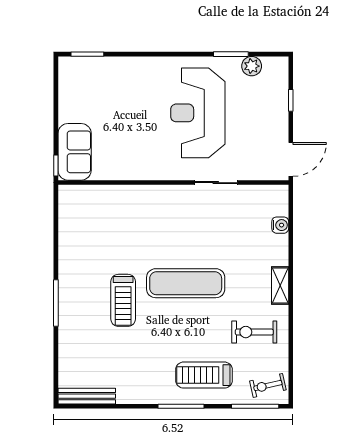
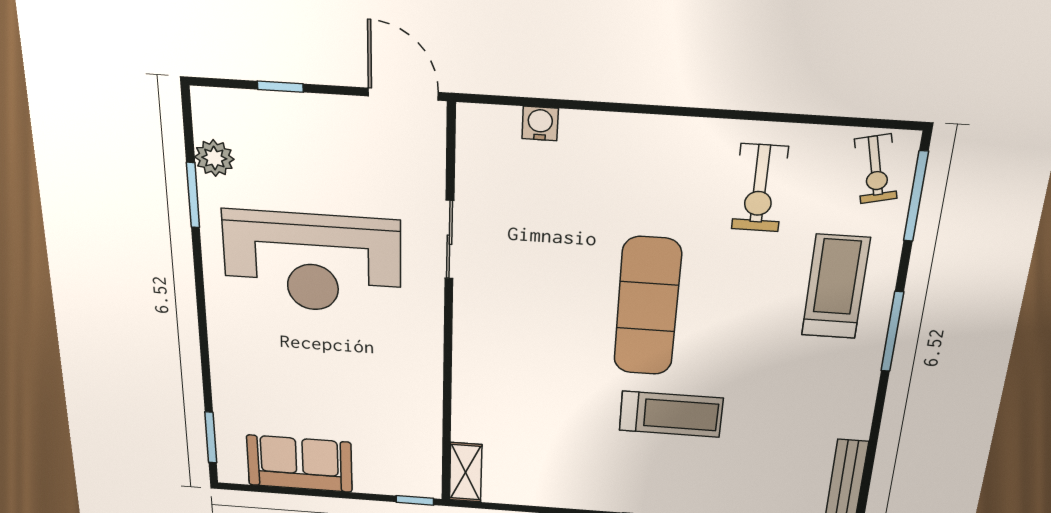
sofa: (75, 152) -> (300, 464), moved
shelving: (280, 286) -> (466, 472), moved, turned 90
treadmill: (204, 375) -> (836, 287), turned 180

